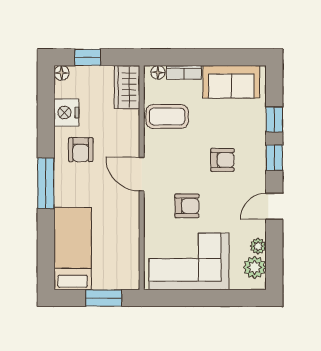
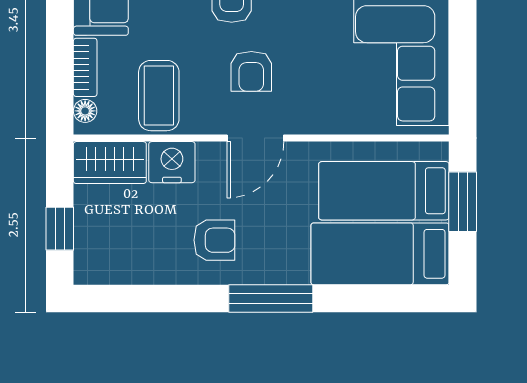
floor lamp: (61, 73) -> (86, 272), removed
nightstand: (66, 113) -> (172, 162), moved, turned 180
armchair: (187, 206) -> (251, 71), moved, turned 180
bed: (110, 251) -> (384, 191), added

